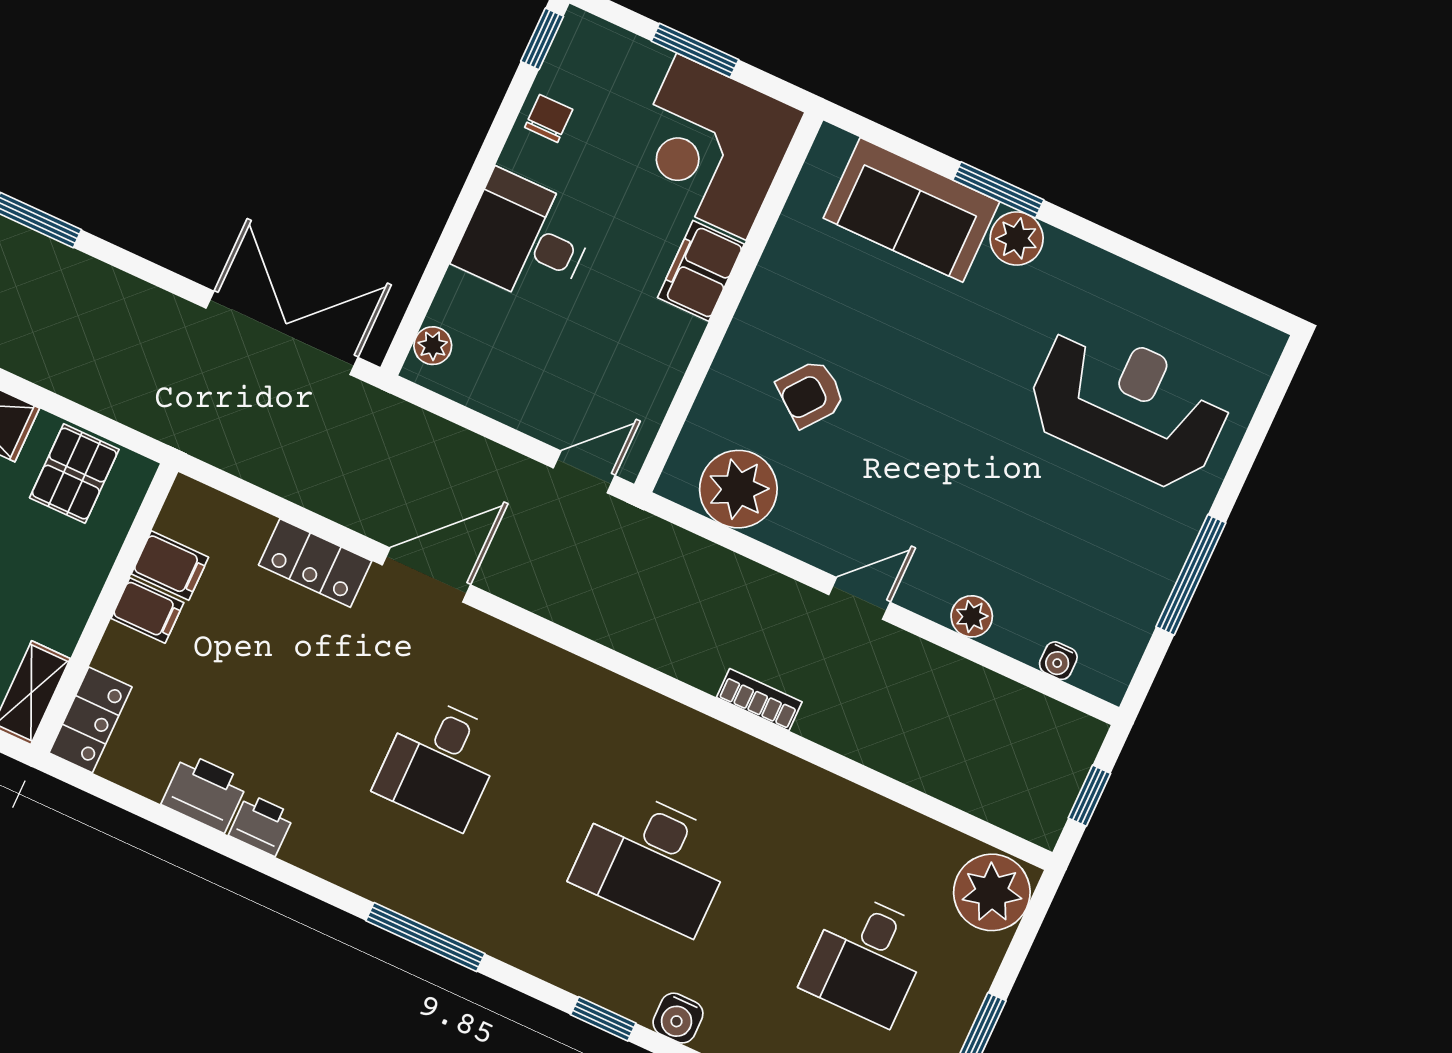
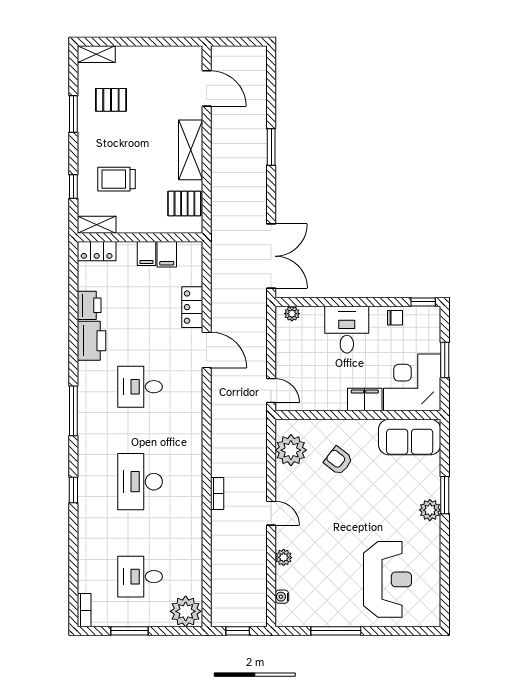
sofa: (911, 210) -> (410, 437), moved, turned -90
printer: (261, 825) -> (92, 341), width x1.87, depth x1.48
water cooler: (678, 1018) -> (86, 517), removed

